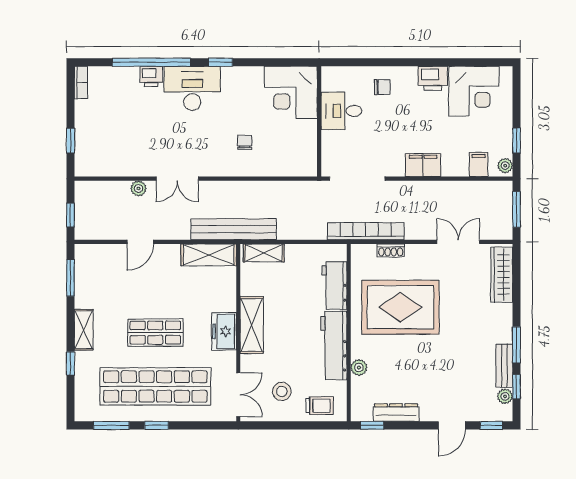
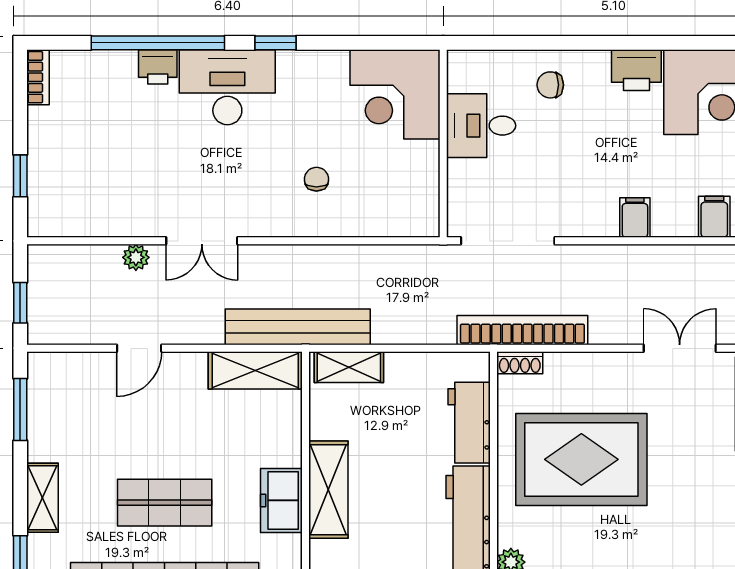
chair: (382, 87) -> (550, 85), turned 180
filing cabinet: (423, 165) -> (635, 218), width x0.50
shoe rack: (391, 250) -> (520, 363), moved

